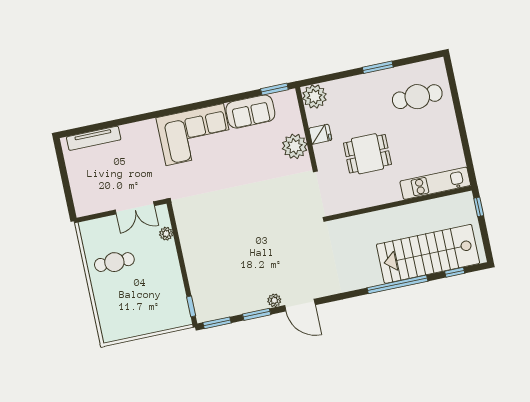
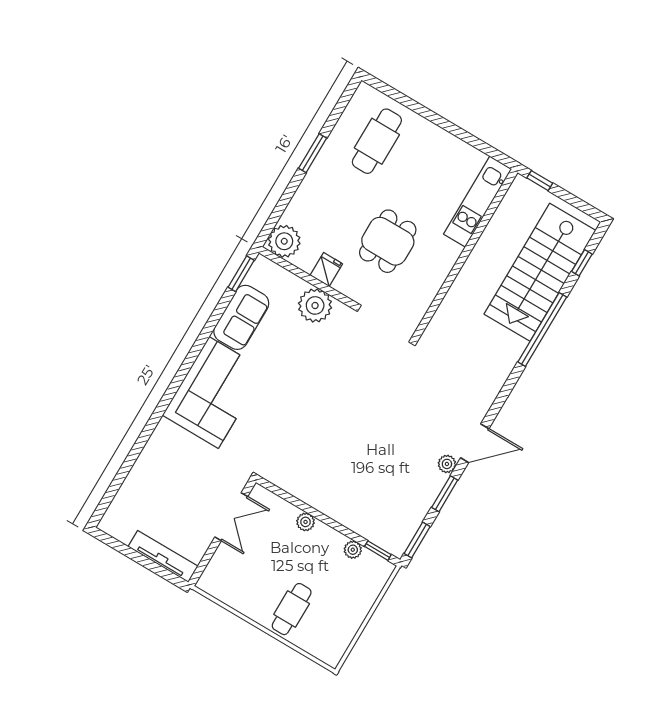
tv unit: (94, 138) -> (163, 556), moved, turned -90
plant: (166, 234) -> (306, 522), moved
cafe table: (114, 262) -> (292, 609), moved
plant: (179, 292) -> (353, 550), added

